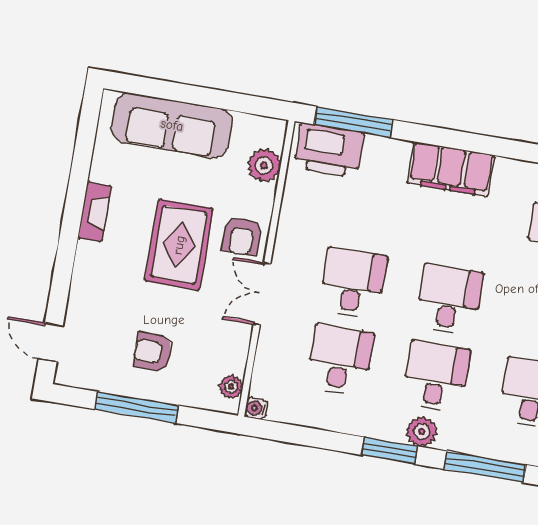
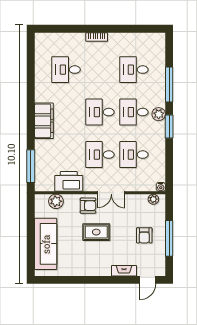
printer: (329, 150) -> (69, 181), moved, turned -90
fireplace: (94, 212) -> (124, 271), moved
rug: (179, 245) -> (96, 232), width x0.73, depth x0.70

